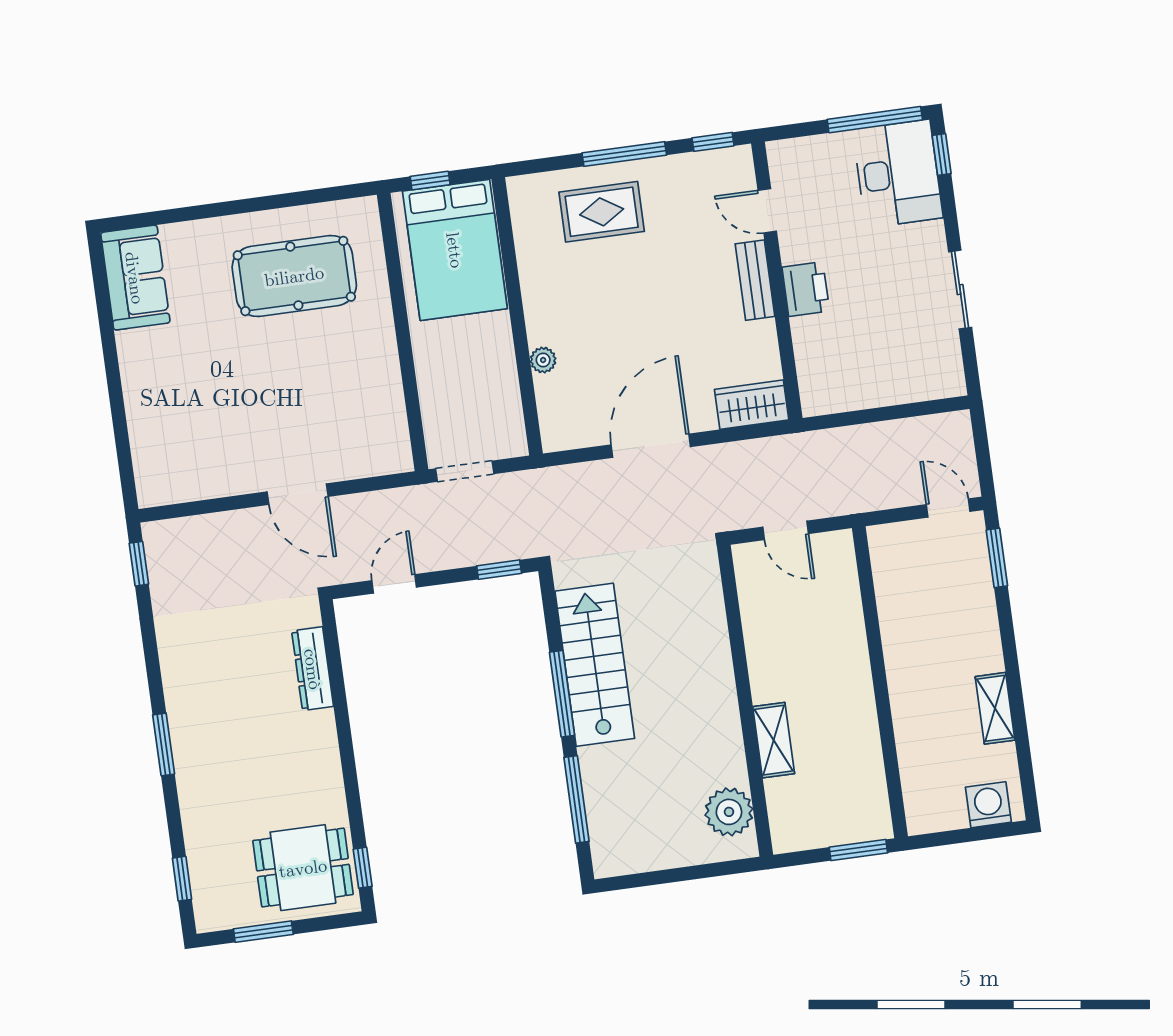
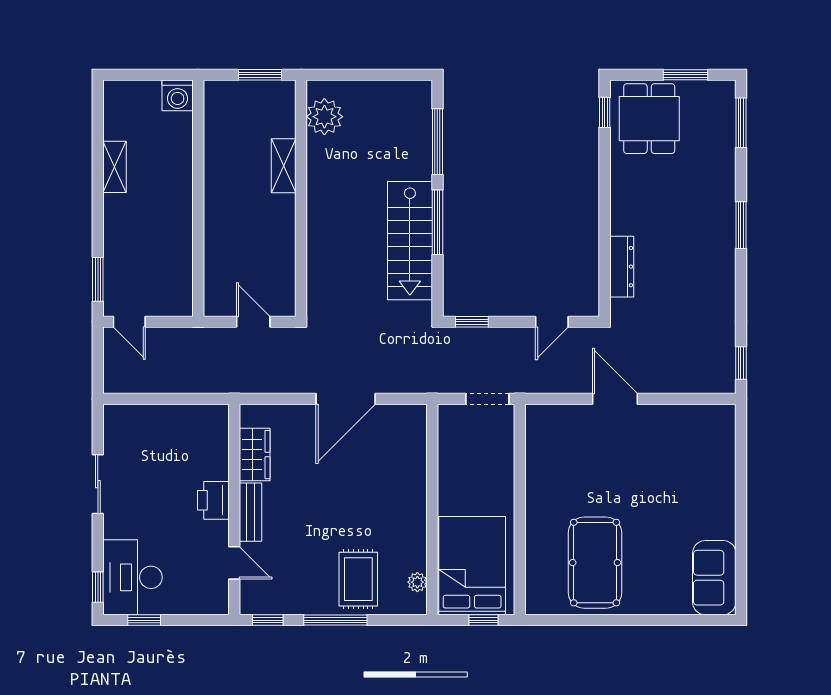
window: (875, 120) -> (144, 620), width x0.46
rug: (602, 212) -> (358, 579), turned 90
pool table: (294, 276) -> (595, 563), turned 90
plant: (543, 360) -> (417, 582), moved
wardrobe: (752, 405) -> (255, 455), moved, turned -90
washing machine: (988, 805) -> (178, 95), moved
window: (858, 850) -> (260, 75), moved
dining table: (303, 868) -> (649, 119), turned 90
window: (182, 879) -> (741, 123), width x1.50

